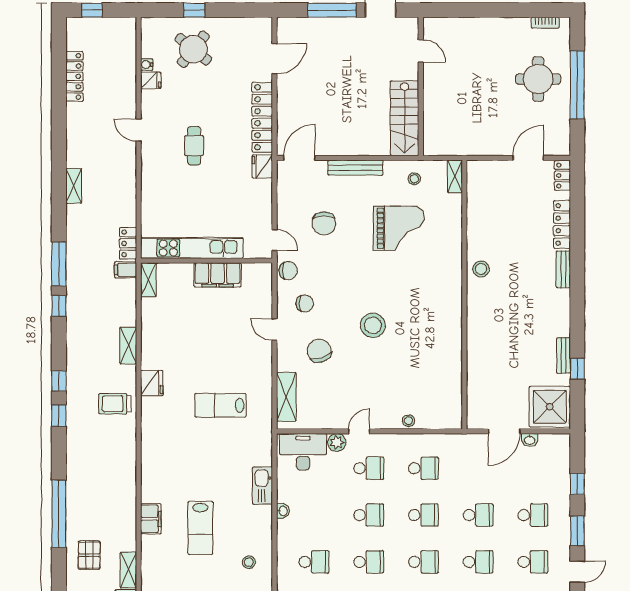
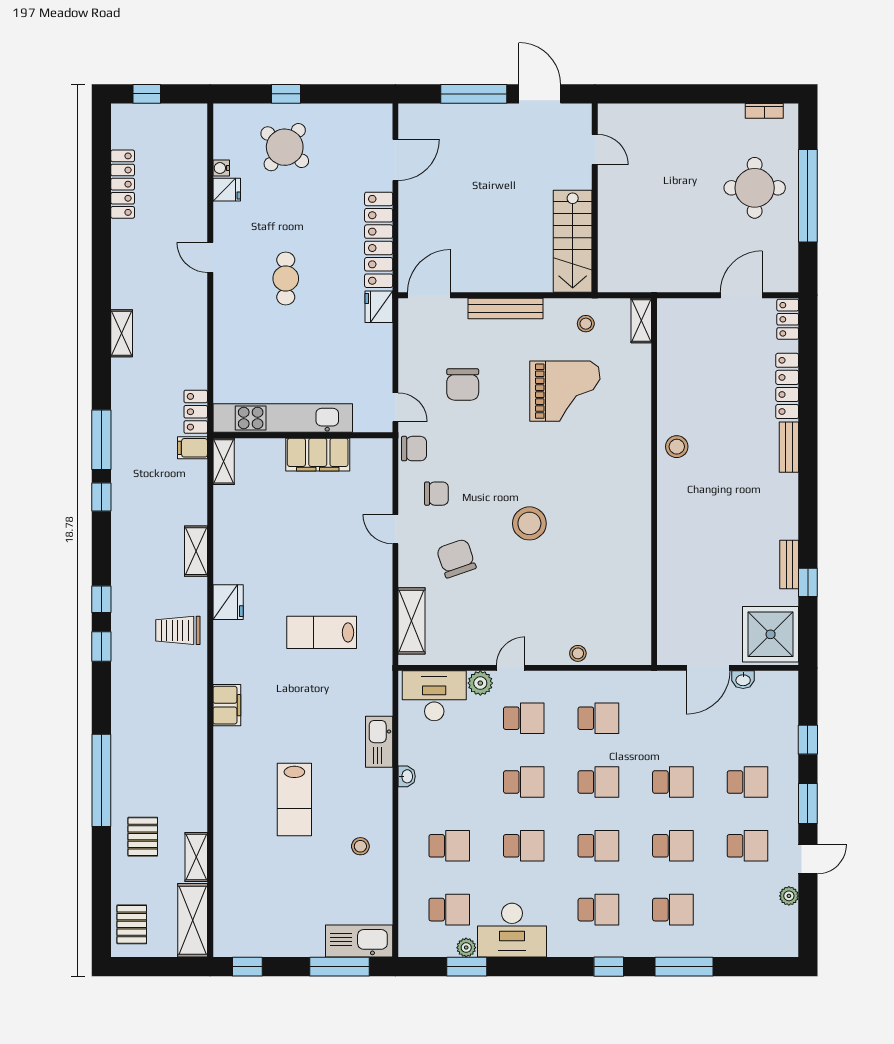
filing cabinet: (151, 519) -> (227, 705), moved

